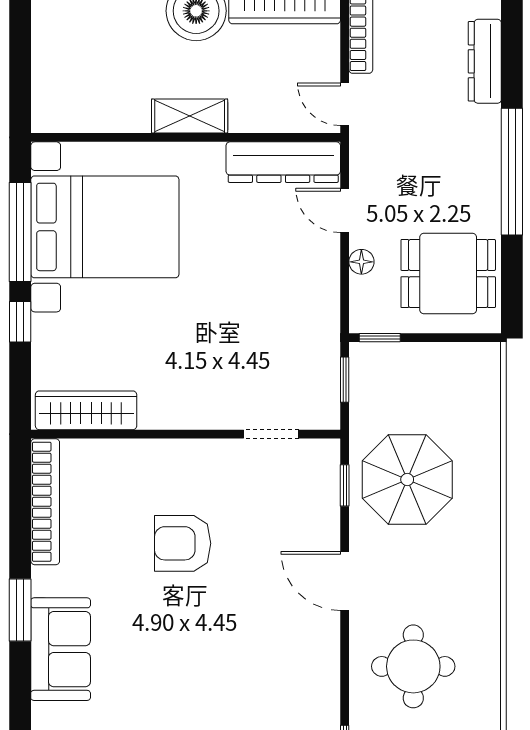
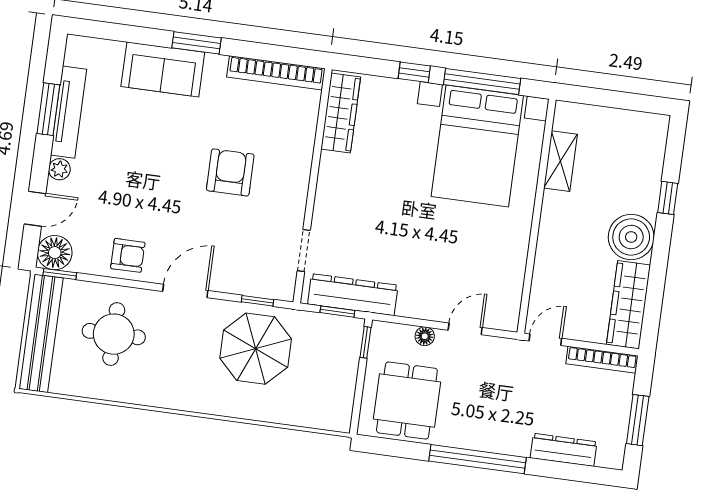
shelving: (190, 116) -> (560, 161), moved
dresser: (283, 162) -> (353, 295), moved, turned 90
armchair: (309, 662) -> (128, 255), added

